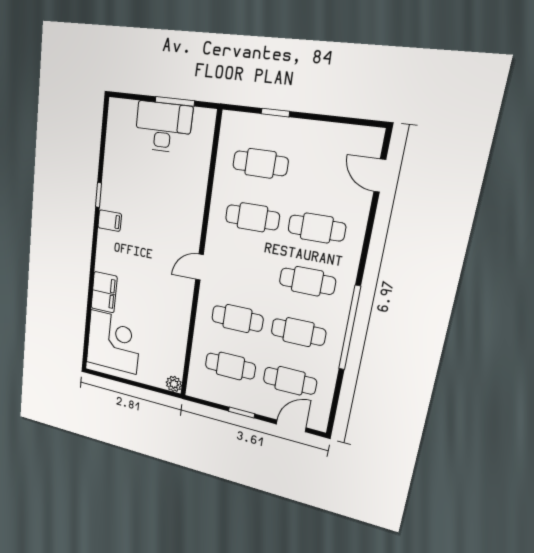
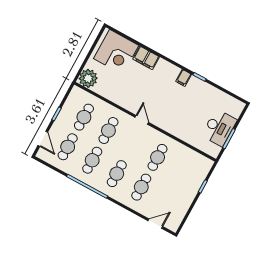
cafe table: (260, 163) -> (182, 171), removed
plant: (174, 384) -> (88, 78), width x1.88, depth x1.88

